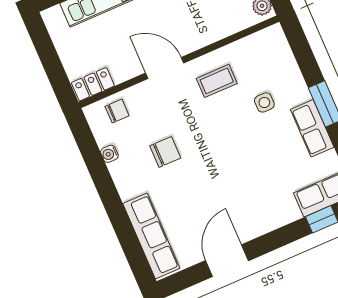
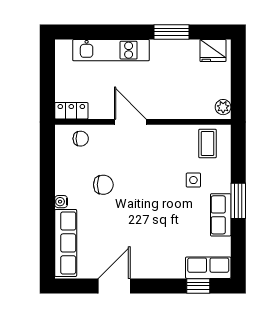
coffee table: (217, 81) -> (208, 144), moved, turned 90
water cooler: (109, 154) -> (61, 202), moved

